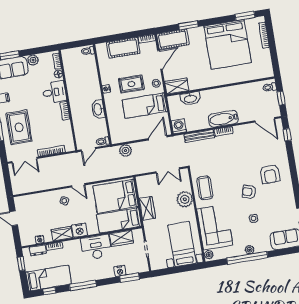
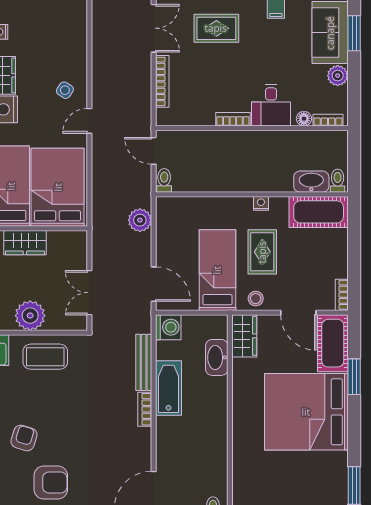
bed: (227, 44) -> (306, 412), moved
cot: (123, 48) -> (319, 212), moved, turned 90
washbasin: (98, 109) -> (311, 182), moved
bathtub: (223, 119) -> (169, 388), moved
rug: (19, 127) -> (216, 28), width x0.73, depth x0.70
double door: (24, 160) -> (154, 28), swing flipped
armchair: (270, 174) -> (51, 483), turned 180

